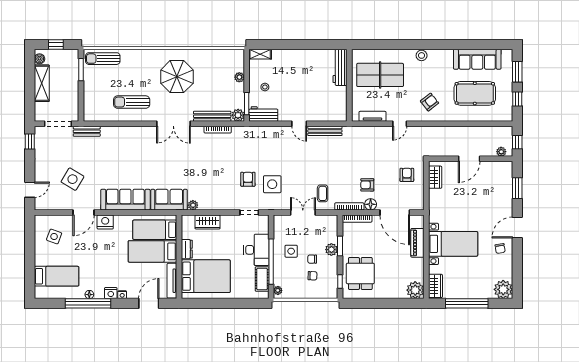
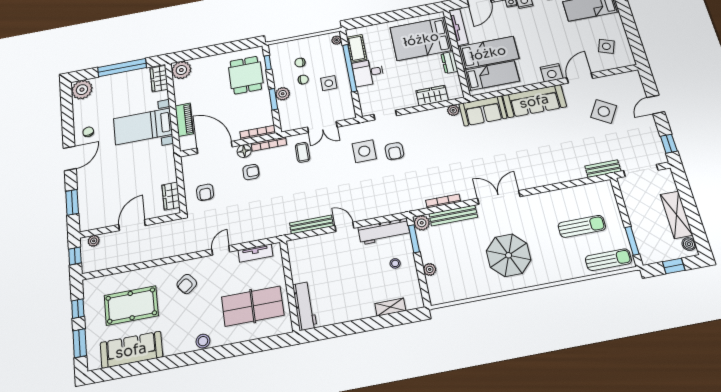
shelving: (260, 54) -> (390, 307), moved
sun lounger: (132, 102) -> (582, 226), moved
workbench: (263, 114) -> (384, 231), width x1.38
door: (30, 190) -> (656, 105), moved
desk: (256, 250) -> (368, 72), width x0.73

